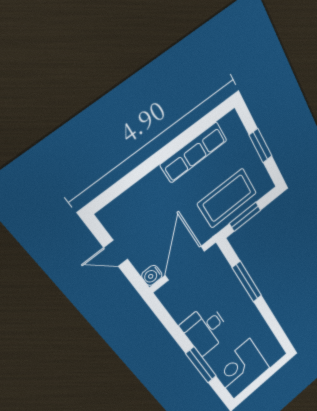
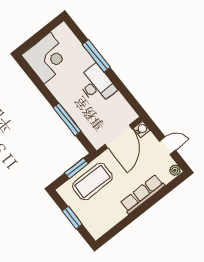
row of seats: (194, 152) -> (142, 194), moved
plant: (107, 216) -> (175, 170), added
corner desk: (242, 369) -> (47, 58), moved

